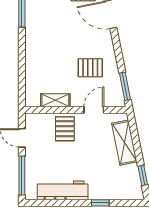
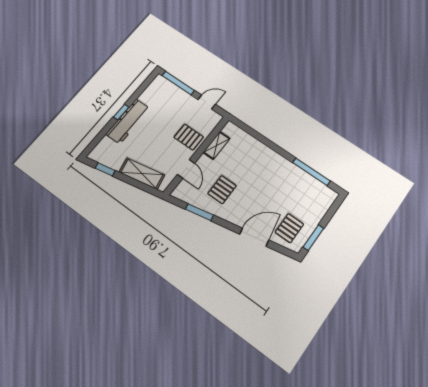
window: (125, 86) -> (199, 212), moved
workbench: (63, 190) -> (128, 121), moved
window: (100, 203) -> (121, 112), moved

